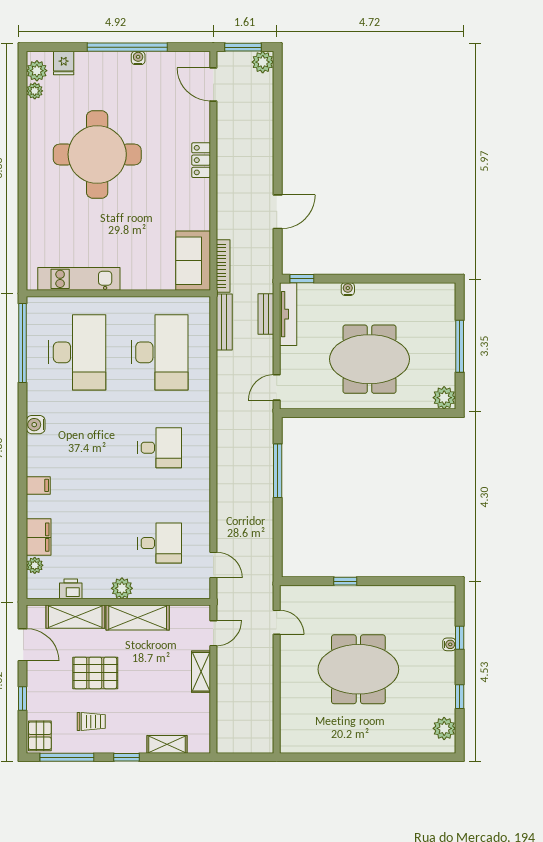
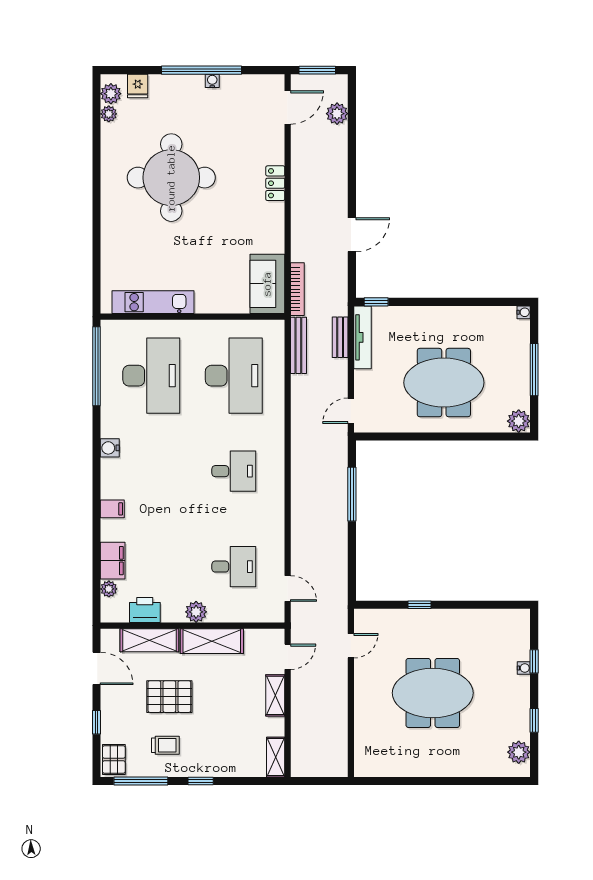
plant: (263, 62) -> (337, 114), moved
door: (213, 85) -> (288, 108), swing flipped
water cooler: (348, 289) -> (524, 312), moved, turned 90
printer: (71, 589) -> (145, 610), width x1.36, depth x1.24
door: (277, 622) -> (351, 646), hinge flipped
shelving: (167, 744) -> (276, 757), moved, turned 90

